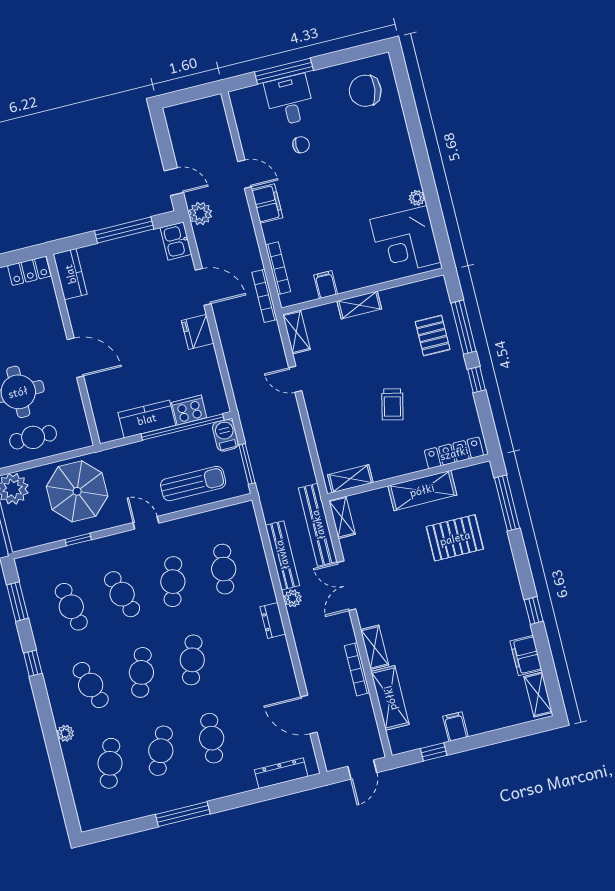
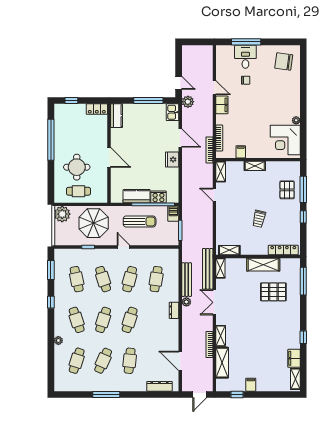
sun lounger: (193, 484) -> (140, 222), moved

